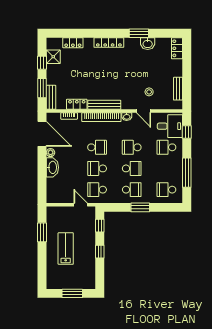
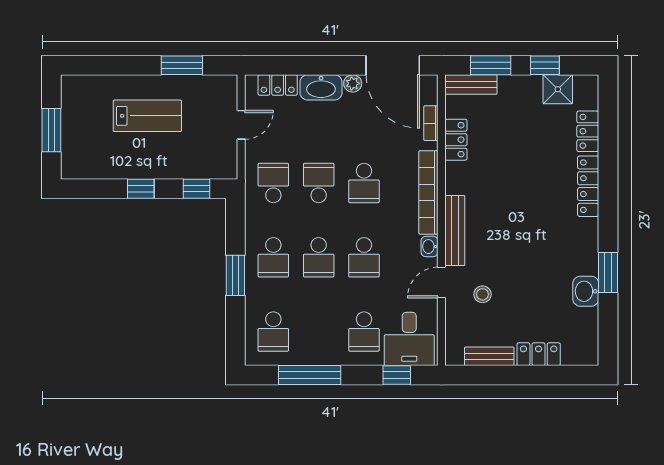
locker: (109, 43) -> (588, 186), moved
locker: (177, 48) -> (539, 354), moved
bench: (104, 105) -> (455, 230), moved
door: (42, 134) -> (393, 65), hinge flipped
school desk: (132, 147) -> (364, 257), turned 180
school desk: (166, 147) -> (364, 332), turned 180
locker: (51, 188) -> (278, 85), added
school desk: (166, 190) -> (273, 332), turned 180
door: (81, 205) -> (241, 125), moved

